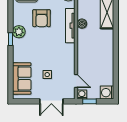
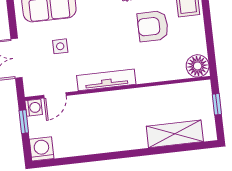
boiler: (82, 24) -> (151, 94), removed
tv unit: (70, 26) -> (106, 80), moved

